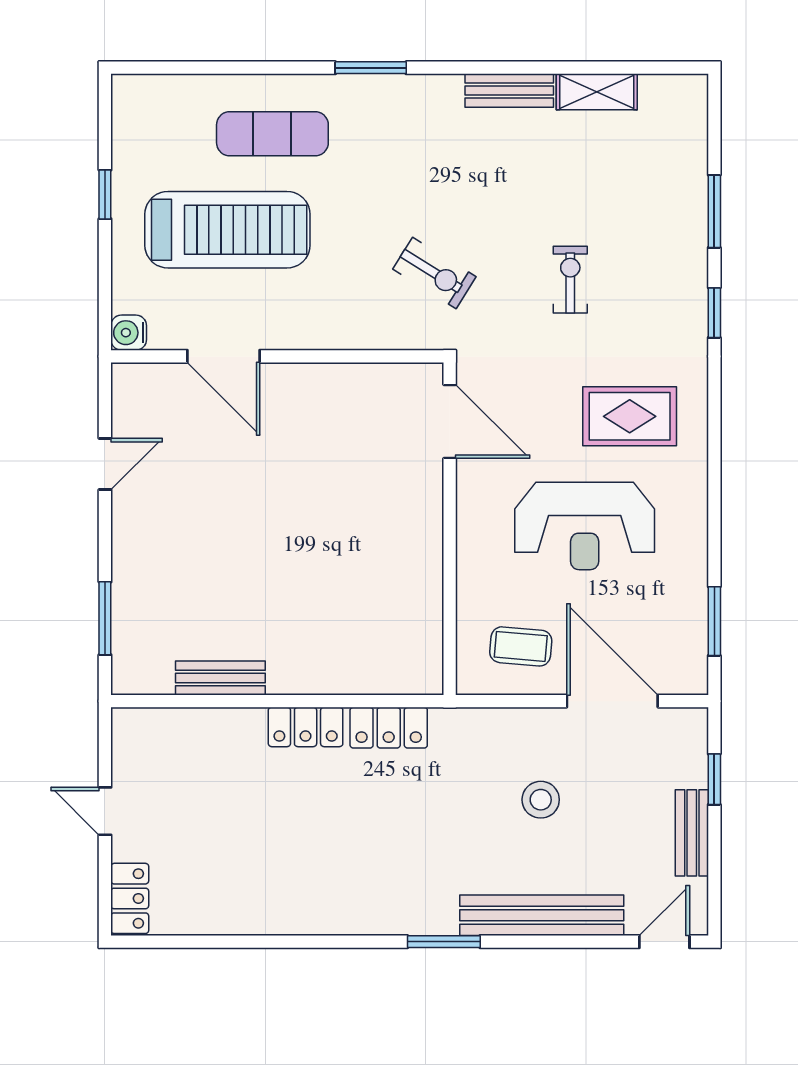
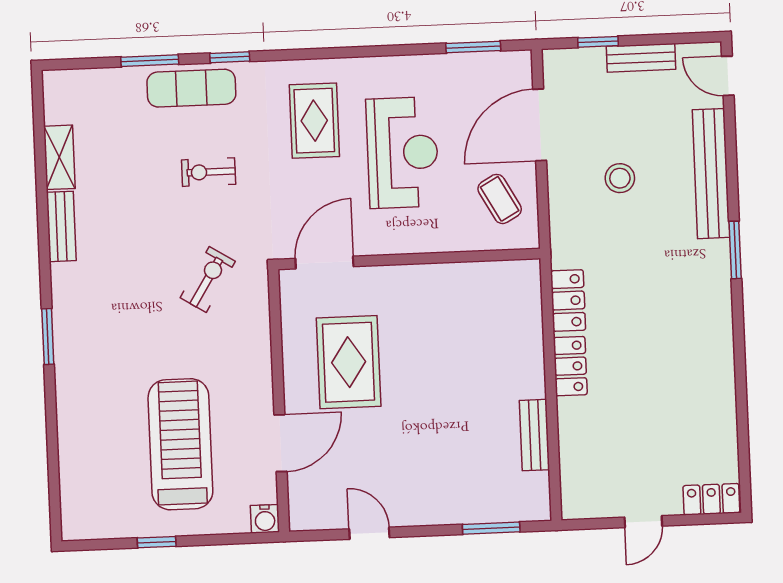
exercise mat: (272, 134) -> (191, 88), moved, turned 90
rug: (322, 447) -> (349, 362), added
coffee table: (521, 646) -> (500, 199), turned -34

